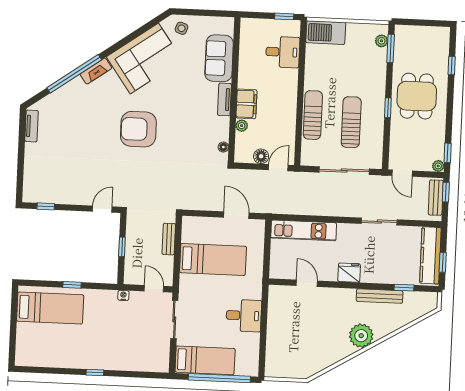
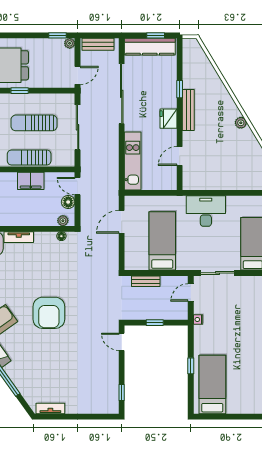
filing cabinet: (246, 104) -> (31, 181), moved, turned 180
plant: (242, 126) -> (63, 221), moved
window: (446, 192) -> (93, 35), removed
sliding door: (379, 222) -> (122, 94), width x1.86
window: (404, 288) -> (180, 89), moved
bench: (380, 296) -> (188, 110), moved
desk: (244, 316) -> (206, 211), width x1.37
plant: (361, 336) -> (241, 123), moved, width x0.53, depth x0.53

